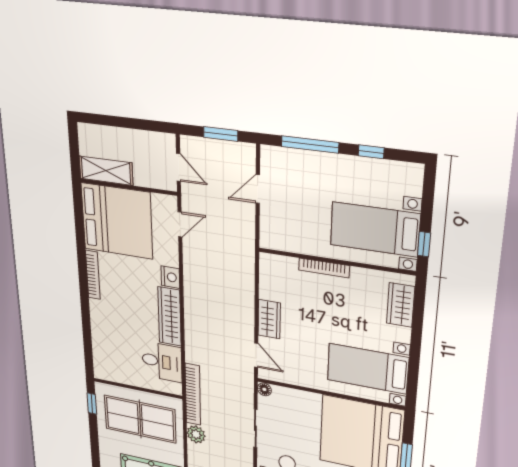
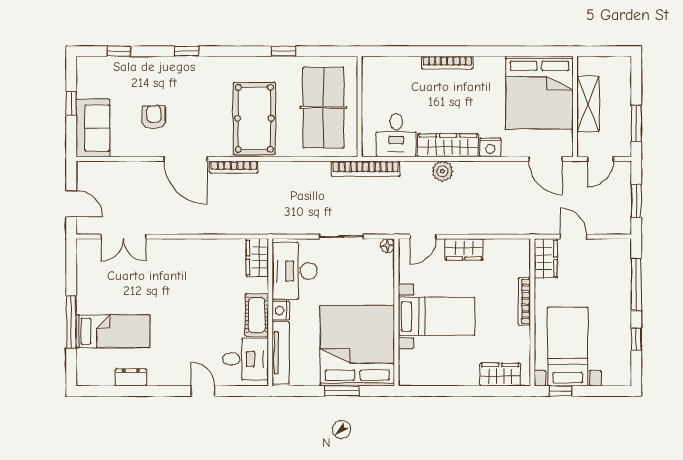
window: (142, 125) -> (636, 124), added
shelving: (106, 171) -> (588, 104), moved
door: (258, 189) -> (573, 237), moved
door: (180, 224) -> (545, 159), width x1.37
wardrobe: (280, 239) -> (546, 258), added
bookcase: (93, 275) -> (447, 63), moved
bed with nightstands: (368, 369) -> (437, 316), moved, turned 90
window: (92, 404) -> (283, 51), moved
plant: (196, 434) -> (442, 171), moved

